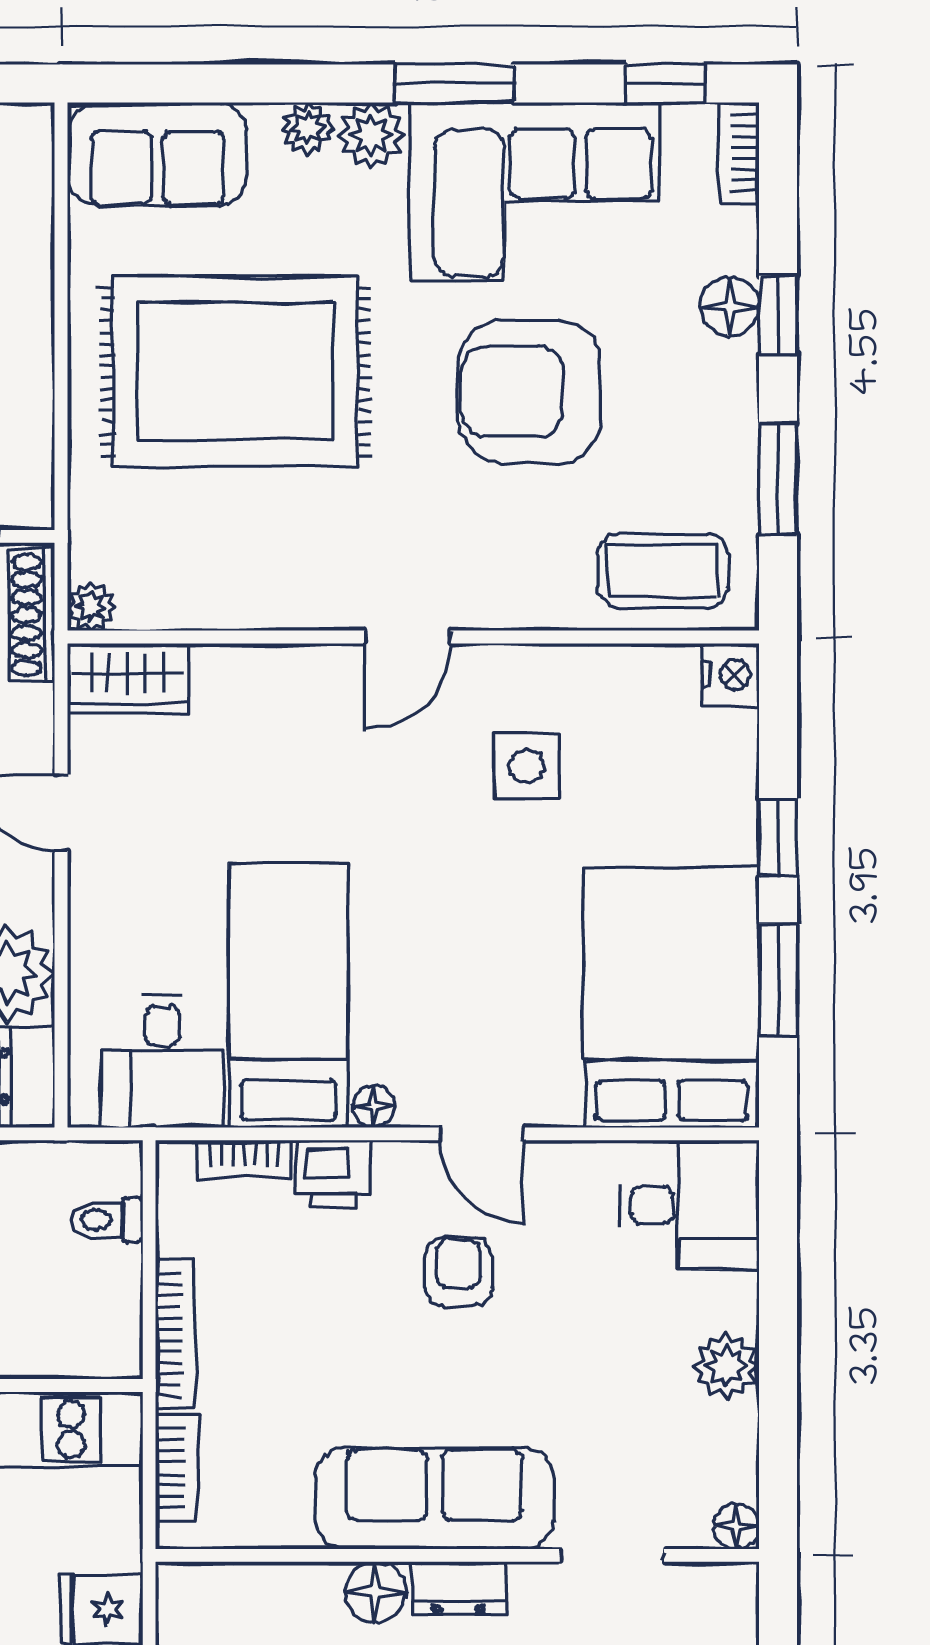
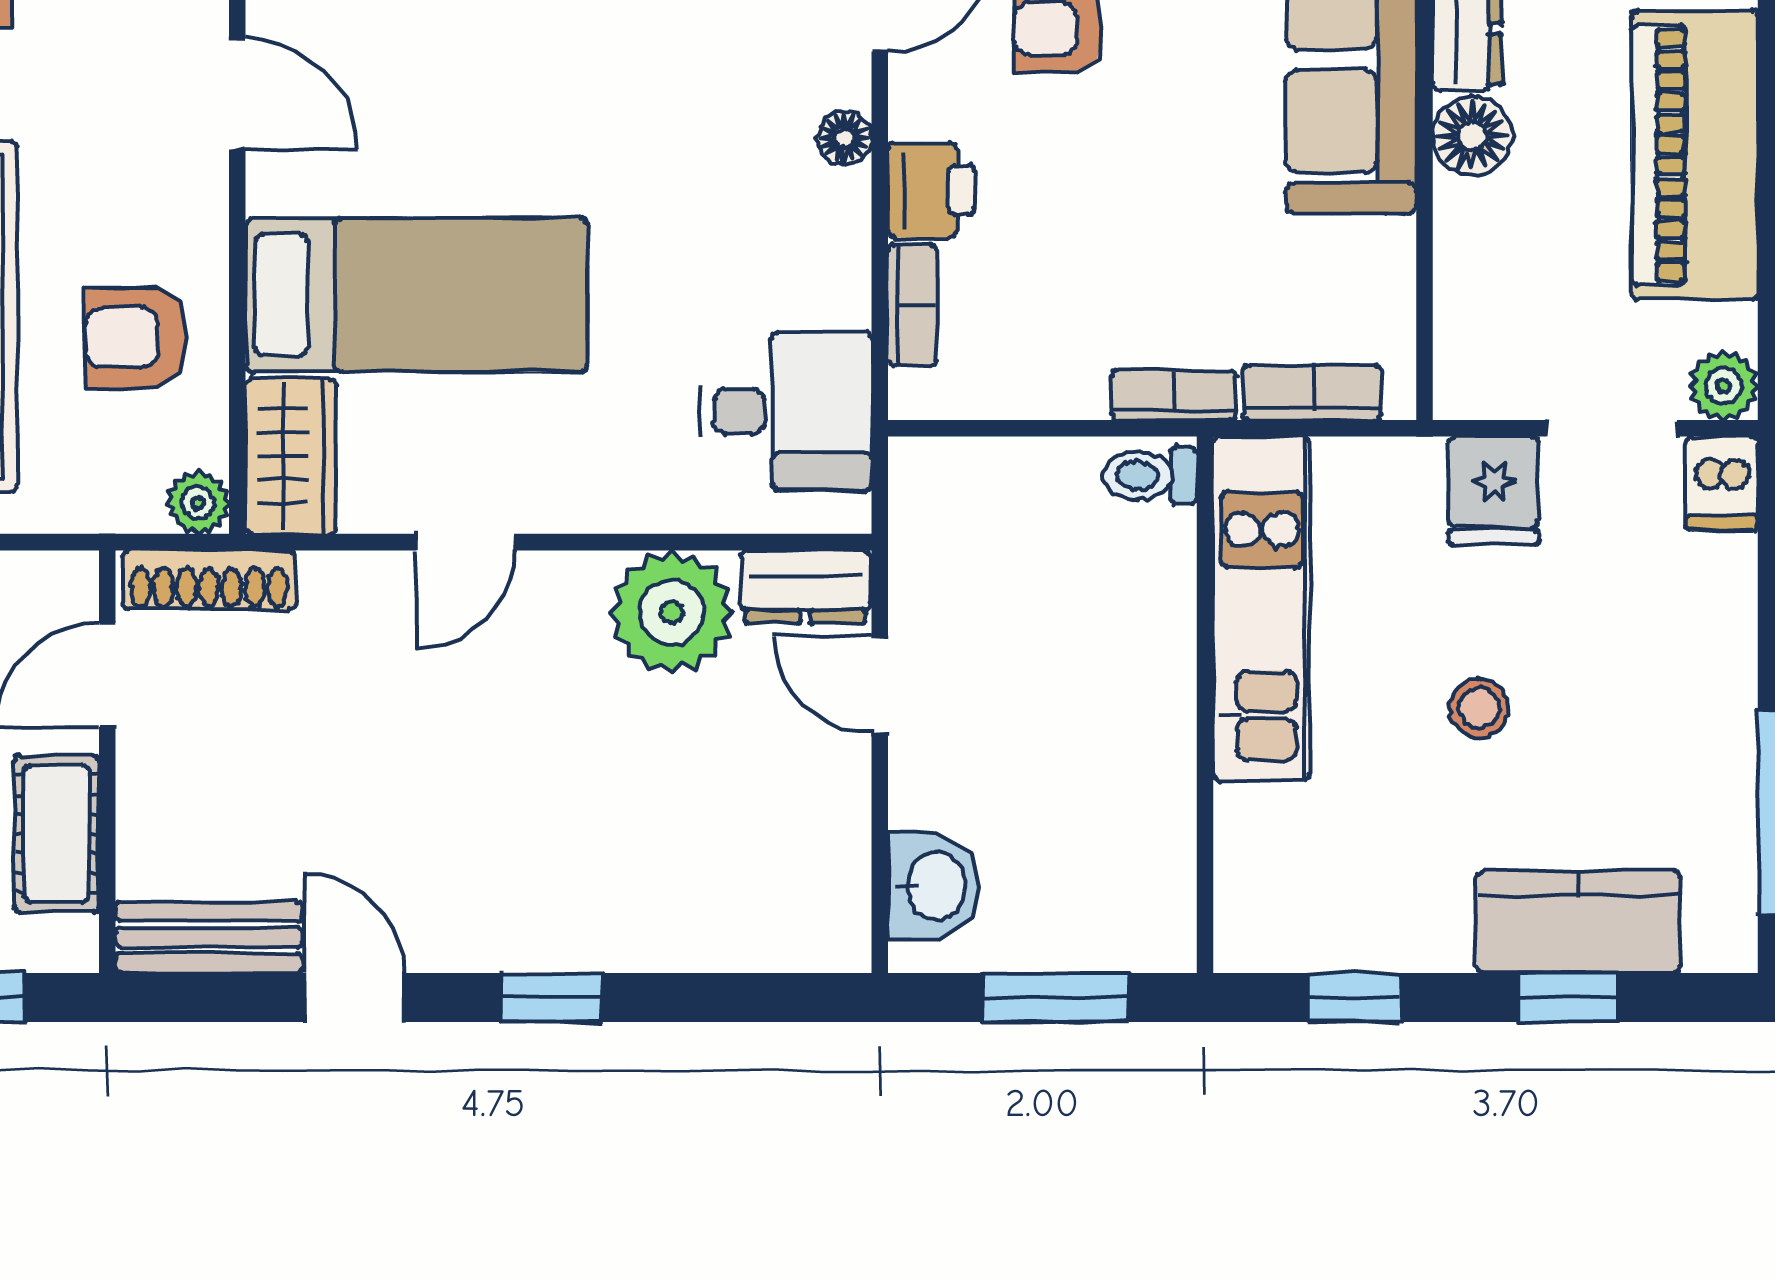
armchair: (219, 559) -> (136, 338), added
bed: (288, 996) -> (416, 295), moved, turned 180
toilet: (107, 1220) -> (1150, 475), moved, turned 90
bookcase: (175, 1334) -> (1174, 395), width x0.64

